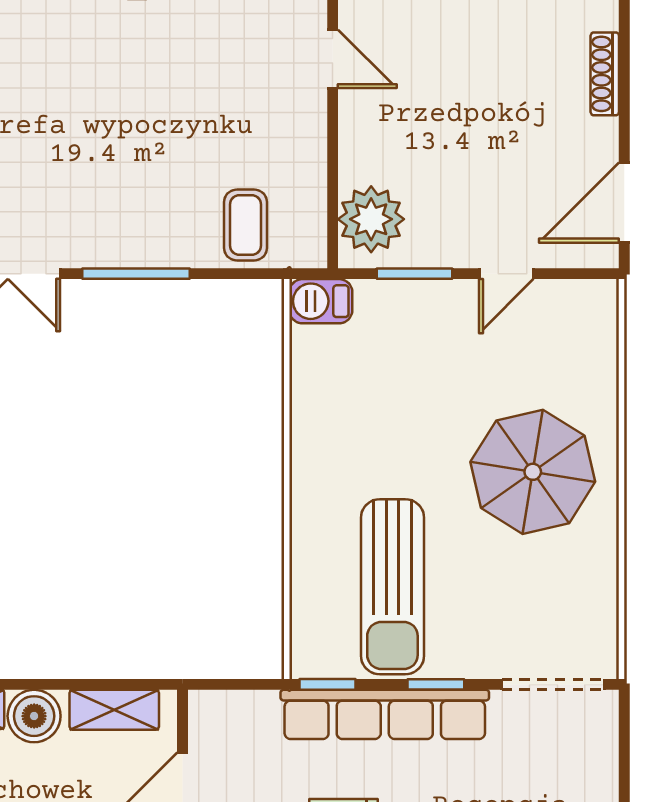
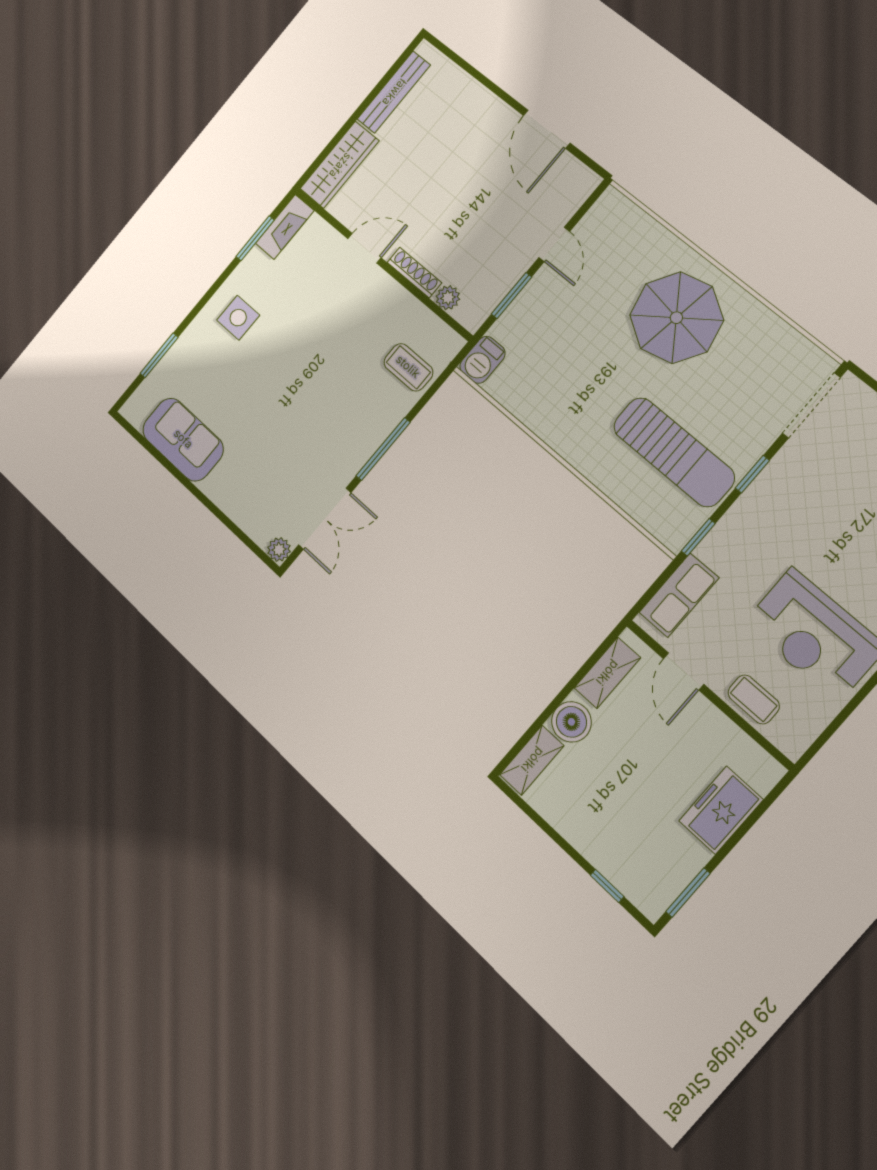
shoe rack: (605, 74) -> (414, 273), moved, turned 180
door: (624, 203) -> (547, 129), moved
plant: (371, 219) -> (448, 298), width x0.53, depth x0.53
row of seats: (385, 714) -> (679, 595), moved, width x0.50

